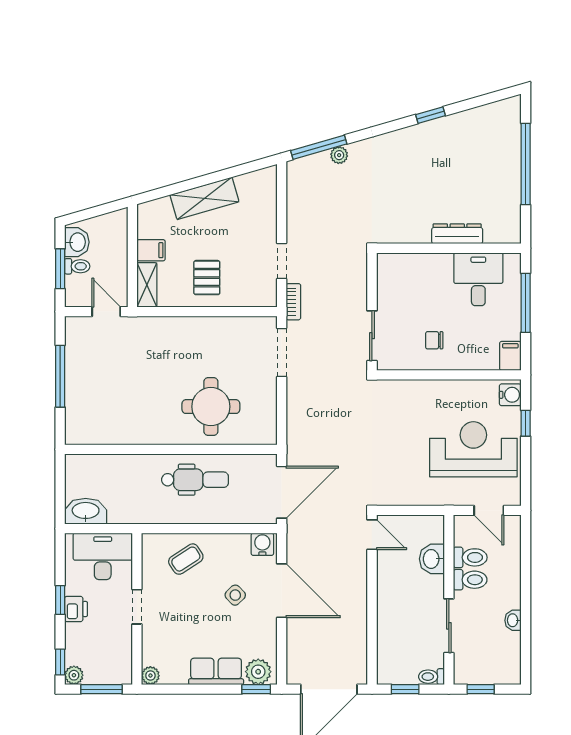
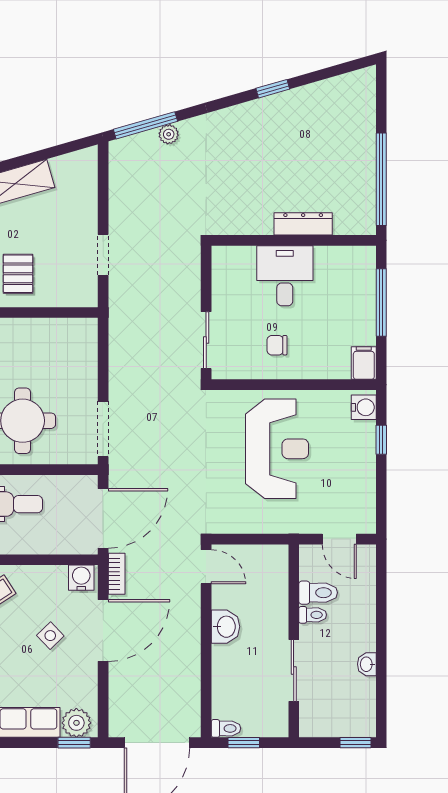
window: (526, 164) -> (381, 179), moved
desk: (478, 279) -> (285, 276), moved
bookcase: (293, 302) -> (117, 574), moved
doorway: (282, 353) -> (103, 429), moved
reception desk: (473, 449) -> (277, 449), moved, turned 90
washbasin: (432, 559) -> (225, 627), moved, turned 180
toilet: (470, 580) -> (313, 615), width x0.73, depth x0.72
door: (282, 591) -> (103, 630), hinge flipped
toilet: (431, 677) -> (226, 728), moved, turned 180
window: (481, 689) -> (356, 743), moved

